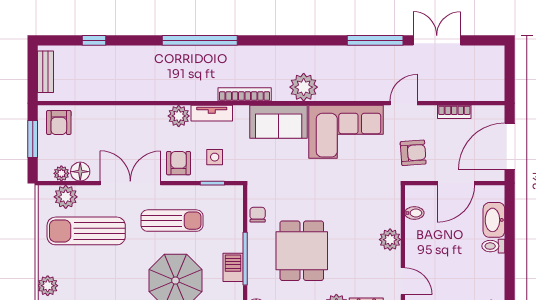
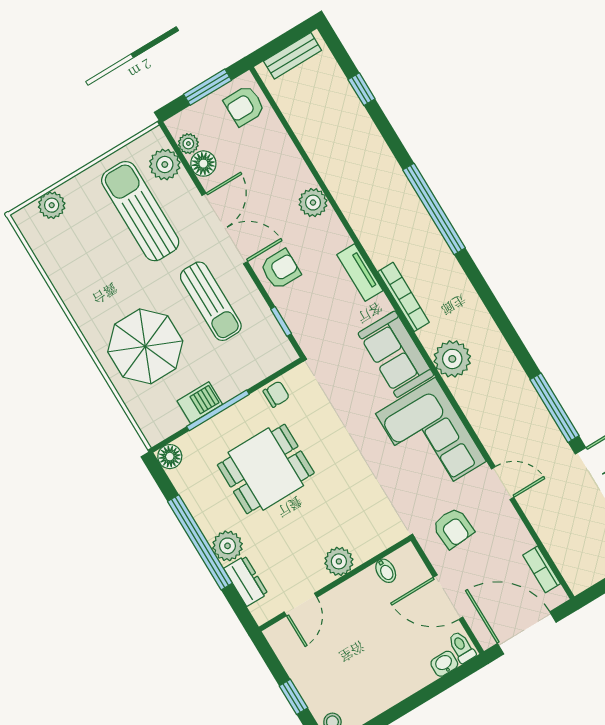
bookcase: (454, 112) -> (542, 569), moved
plant: (179, 116) -> (313, 203), moved
side table: (215, 157) -> (312, 306), removed
washbasin: (494, 220) -> (444, 664), width x0.52, depth x0.69
toilet: (493, 246) -> (462, 647), moved

